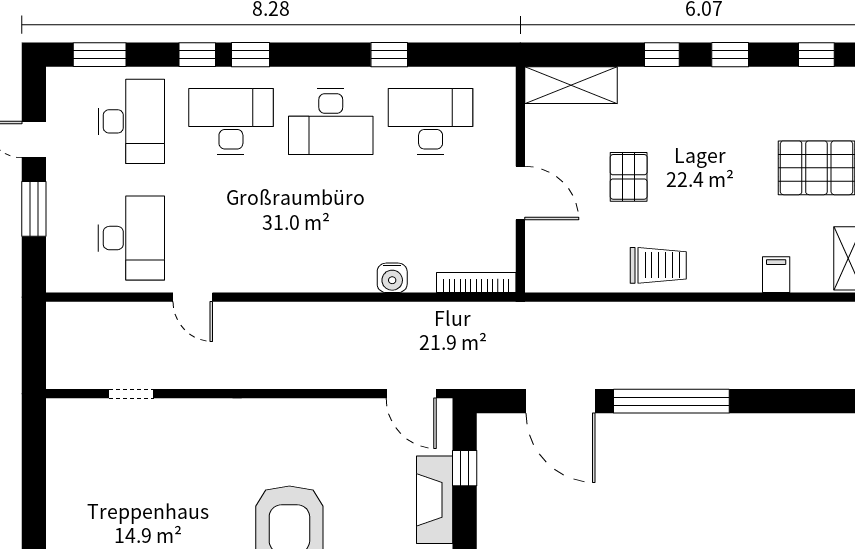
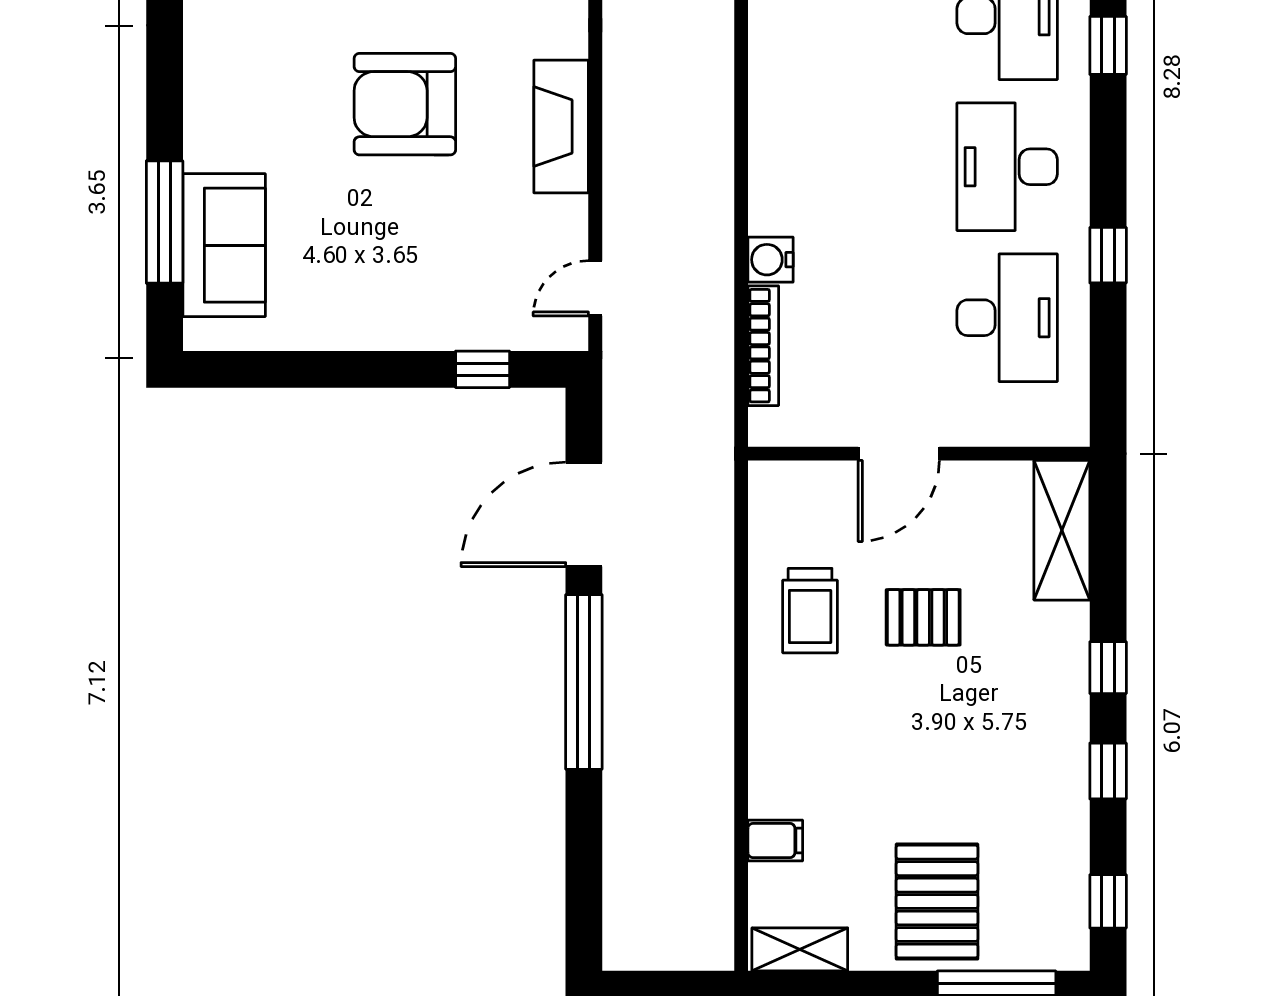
trolley: (658, 265) -> (810, 611), moved
bookcase: (476, 283) -> (763, 346), moved
door: (411, 394) -> (595, 288), width x0.73
fireplace: (435, 500) -> (561, 126), moved, turned -90

